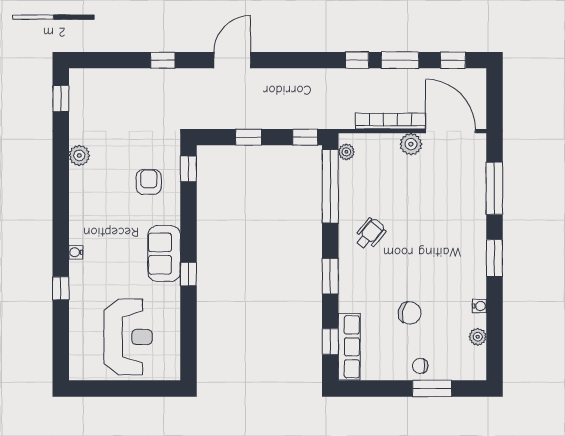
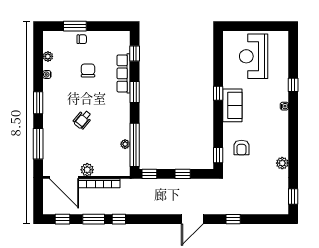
plant: (346, 152) -> (125, 144), moved
wheelchair: (370, 234) -> (83, 120), moved
chair: (410, 313) -> (88, 70), turned 78
row of seats: (349, 347) -> (124, 73), moved

